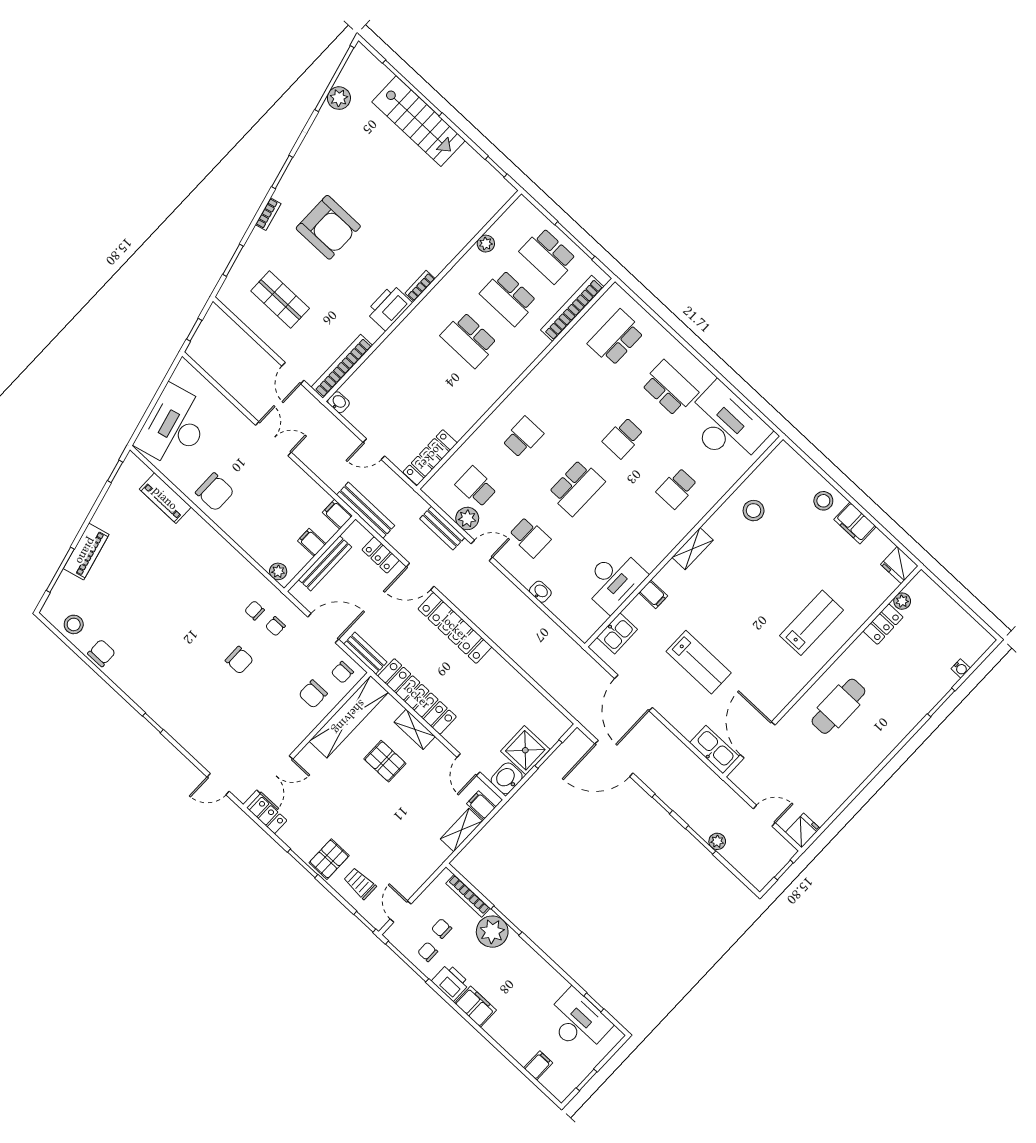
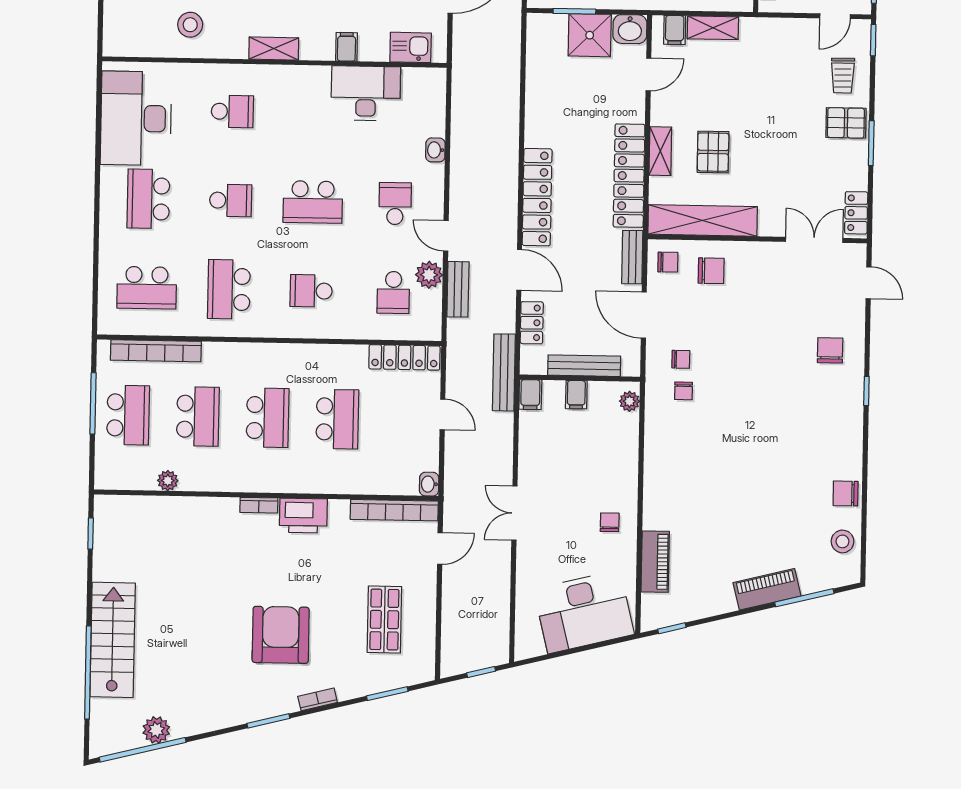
school desk: (429, 382) -> (337, 419), added
school desk: (569, 387) -> (229, 289), added
school desk: (576, 487) -> (313, 202), turned 180
chair: (215, 492) -> (610, 522), width x0.54, depth x0.54
chair: (239, 660) -> (830, 350), moved

